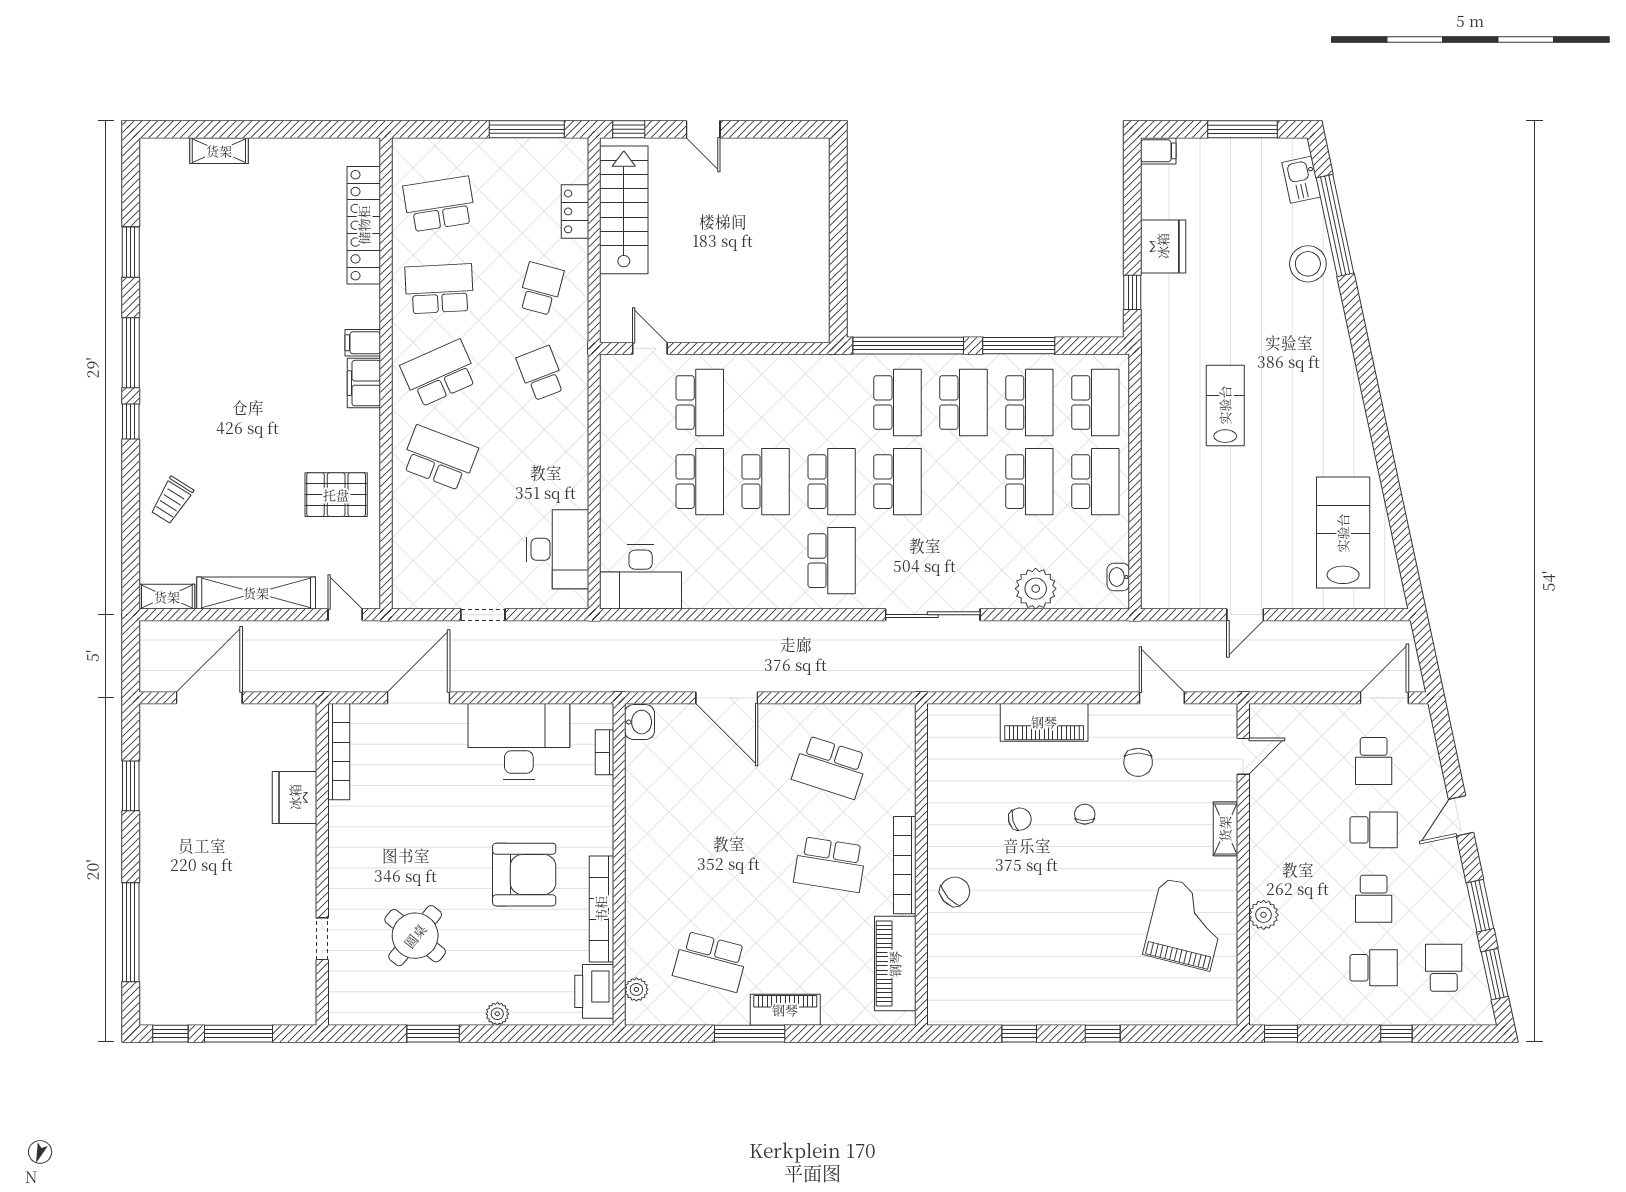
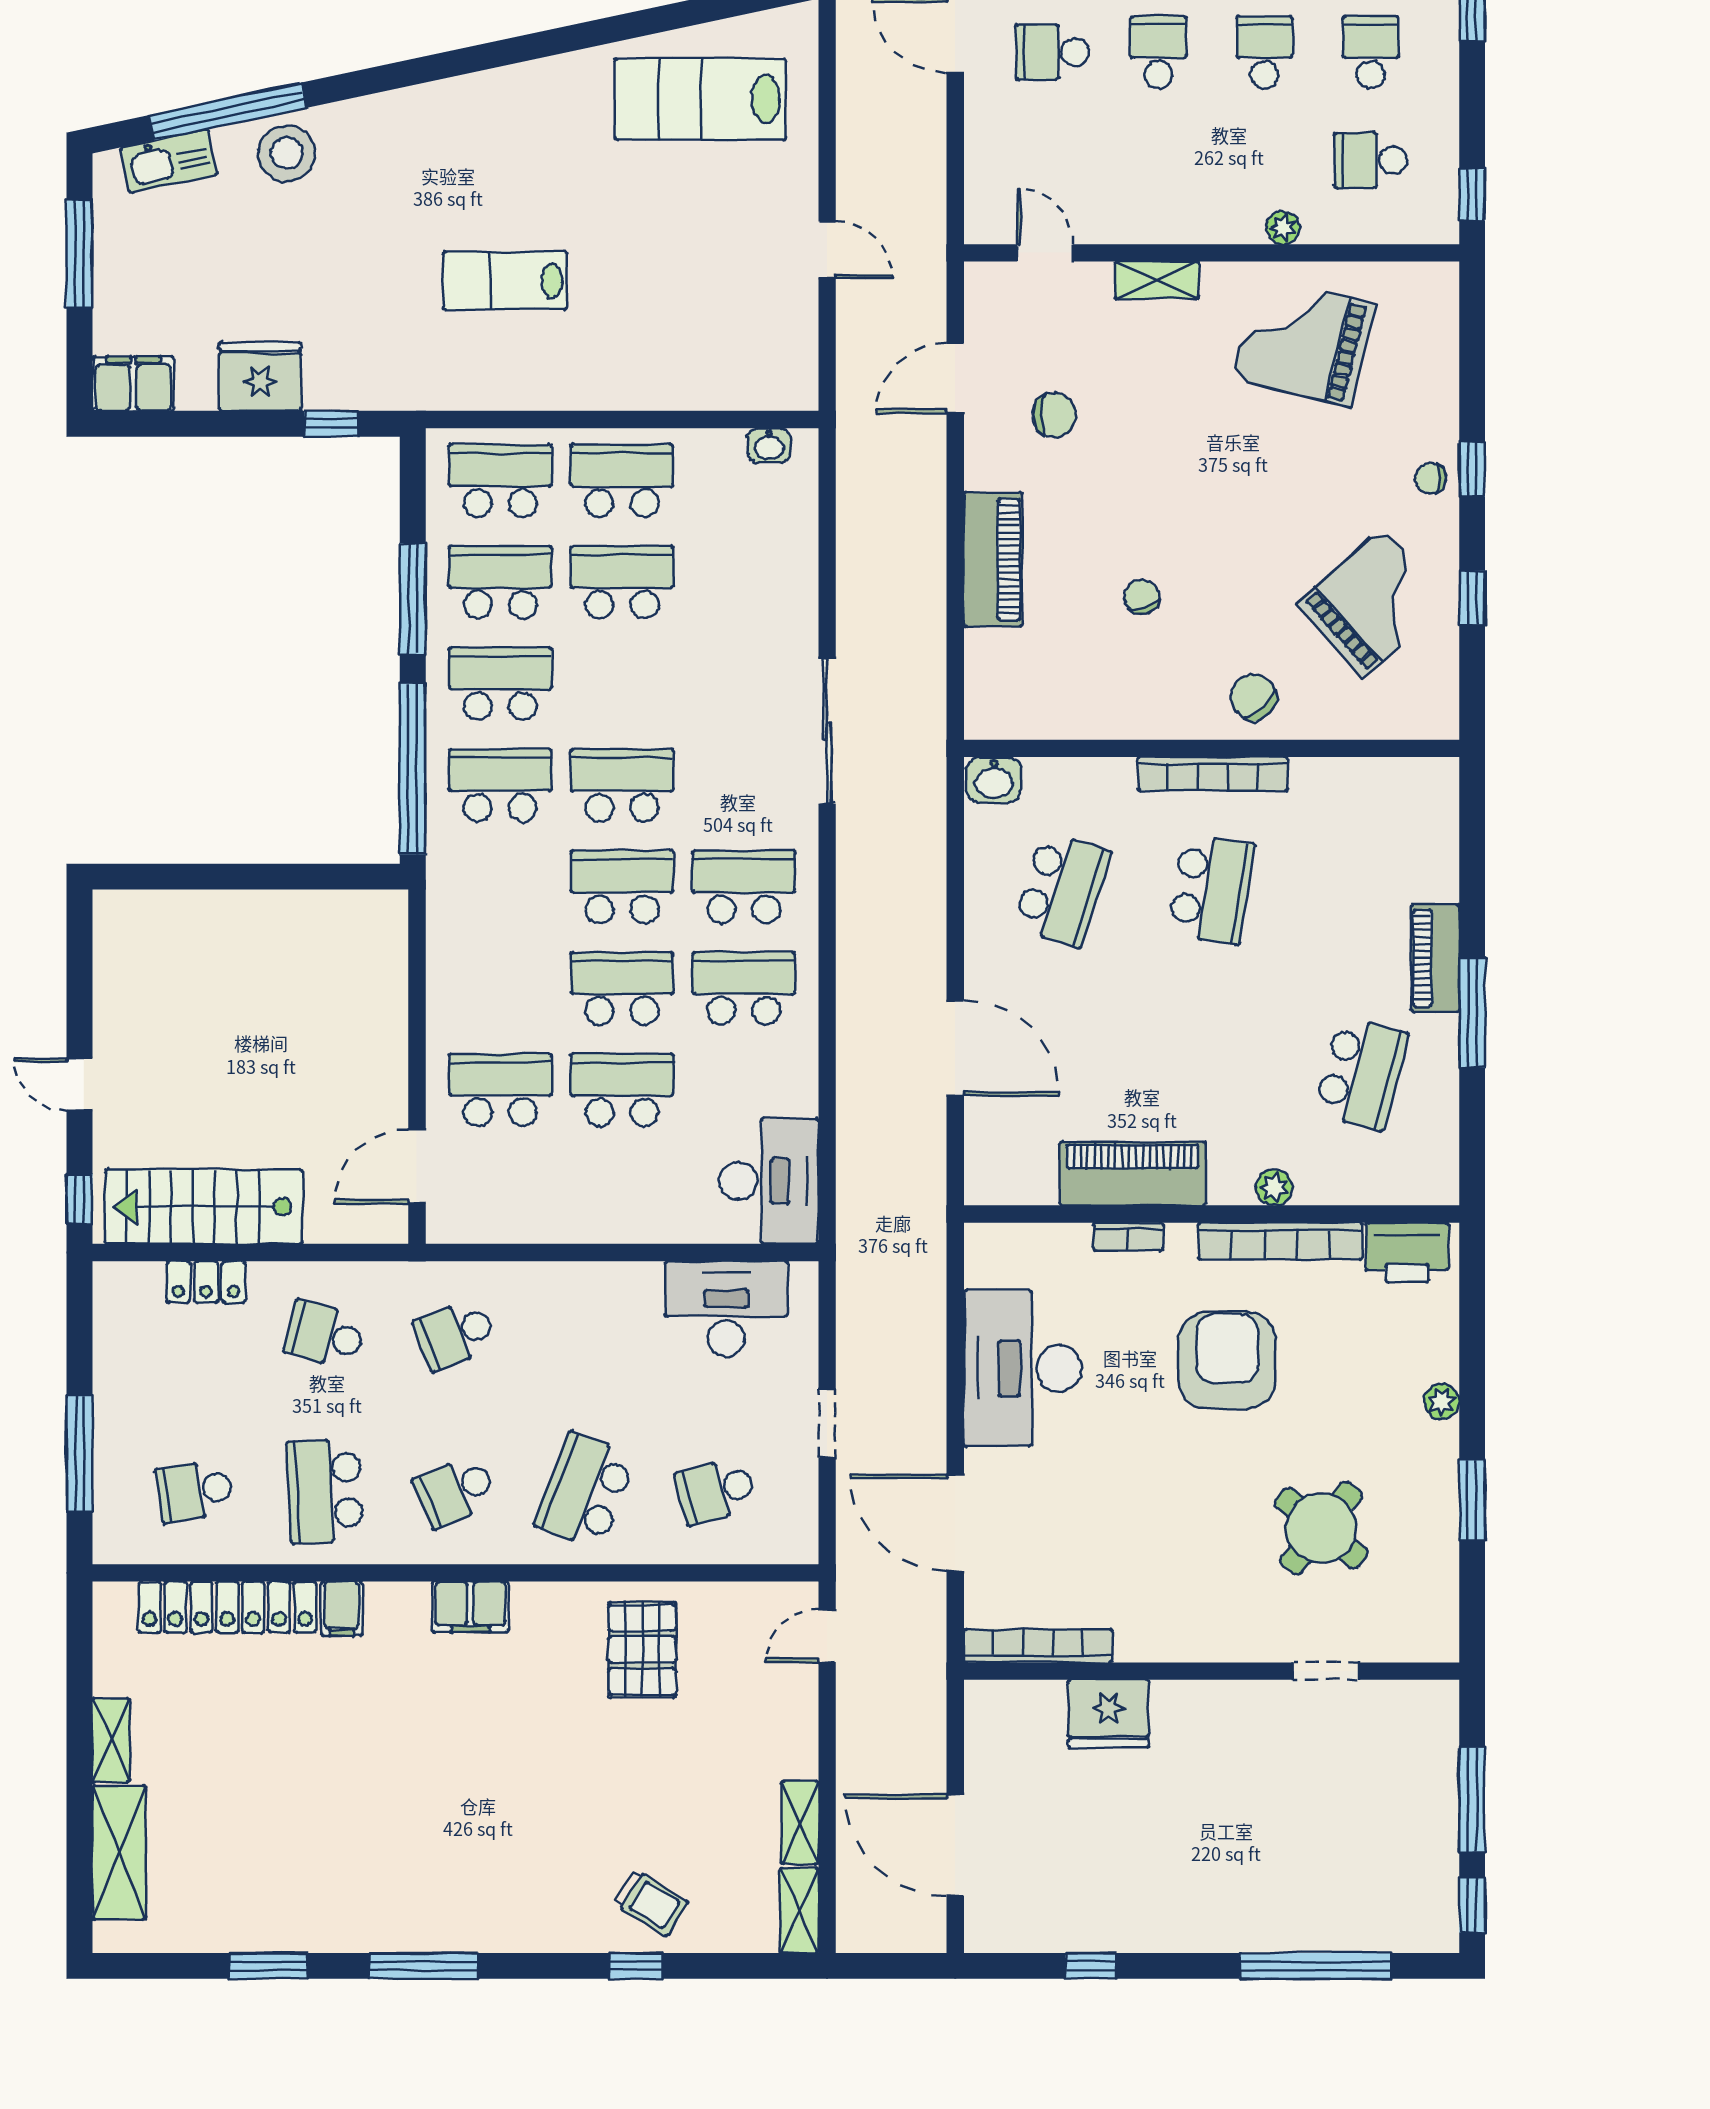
window: (527, 129) -> (80, 1453), moved
door: (703, 129) -> (80, 1084), swing flipped
shelving: (277, 150) -> (111, 1740), added
shelving: (219, 151) -> (119, 1852), width x1.50, depth x1.33
filing cabinet: (1158, 151) -> (133, 384), width x2.00
kitchen sink: (1301, 180) -> (169, 161), width x1.38
school desk: (439, 204) -> (195, 1491), width x0.54
filing cabinet: (363, 343) -> (342, 1609), moved
door: (650, 348) -> (417, 1167), width x1.38
school desk: (439, 373) -> (455, 1491), width x0.54
window: (131, 421) -> (636, 1966), moved
school desk: (439, 543) -> (716, 1491), added
school desk: (766, 561) -> (744, 988), added
plant: (1036, 589) -> (787, 572), removed
shelving: (256, 593) -> (800, 1823), width x0.45, depth x0.75
door: (727, 698) -> (955, 1048), hinge flipped
washbasin: (640, 722) -> (994, 780), moved, turned 180
bookcase: (604, 752) -> (1128, 1237), moved
school desk: (1374, 761) -> (1052, 52), turned 180
window: (131, 786) -> (1091, 1966), width x0.67
chair: (1085, 814) -> (1430, 478), moved
school desk: (1374, 899) -> (1265, 52), turned -90
plant: (1264, 915) -> (1283, 228), width x0.73, depth x0.73
piano: (895, 964) -> (1133, 1174), moved, turned 180
school desk: (1303, 968) -> (1371, 160), added
grand piano: (1016, 969) -> (1373, 603), added
plant: (636, 989) -> (1274, 1187), moved

